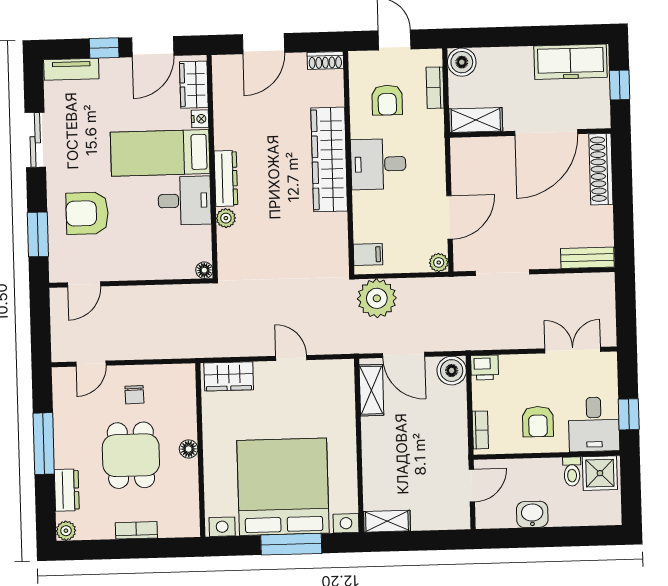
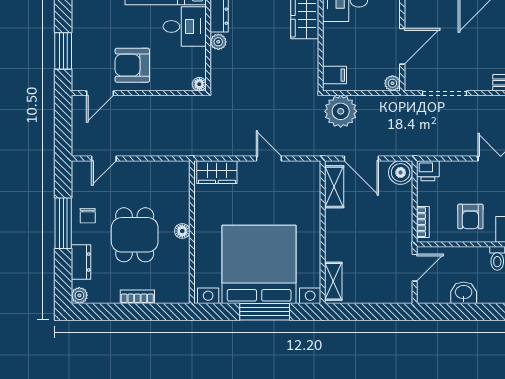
armchair: (87, 213) -> (132, 65), moved
chair: (134, 395) -> (88, 216), moved
shelving: (387, 521) -> (333, 281), moved, turned 90

